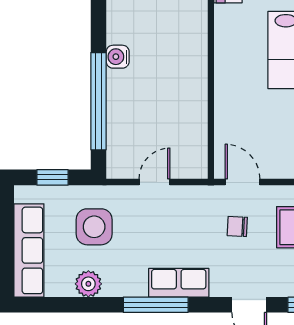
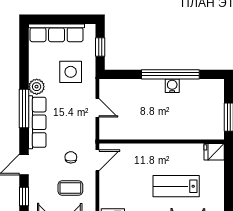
window: (98, 101) -> (170, 74), moved
row of seats: (179, 283) -> (37, 122), width x1.48
plant: (88, 284) -> (37, 87), moved

